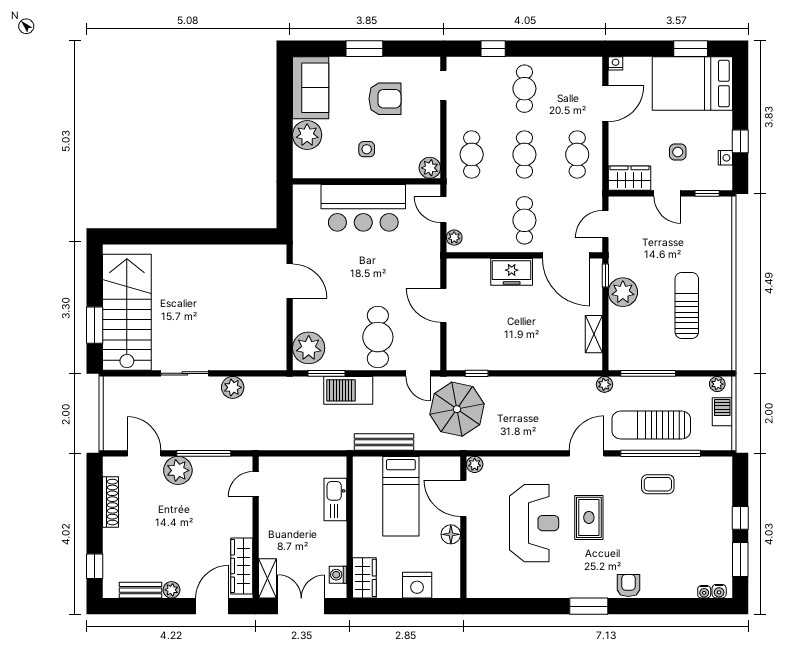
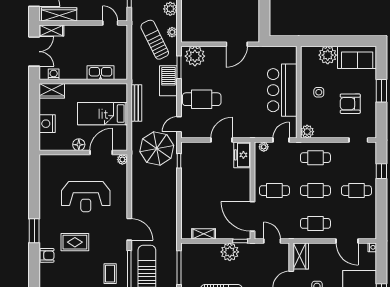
armchair: (385, 99) -> (350, 104), turned 90
door: (566, 255) -> (253, 216), hinge flipped
freezer: (512, 272) -> (242, 155), moved
plant: (604, 384) -> (172, 32), moved
sun lounger: (282, 412) -> (155, 40), added
rug: (589, 517) -> (75, 242), moved

